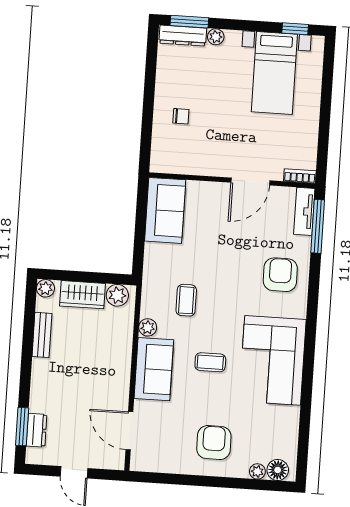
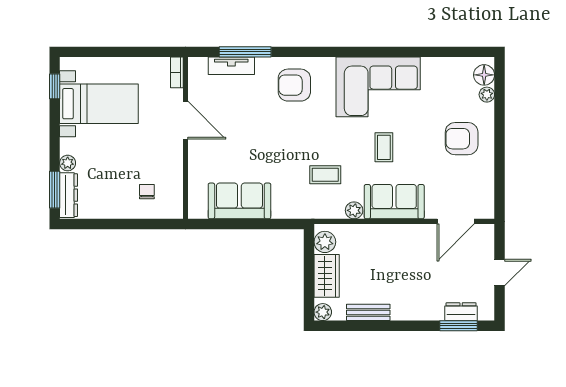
bookcase: (300, 176) -> (177, 72), moved
wall: (232, 180) -> (185, 138), moved
door: (250, 182) -> (185, 120), moved

